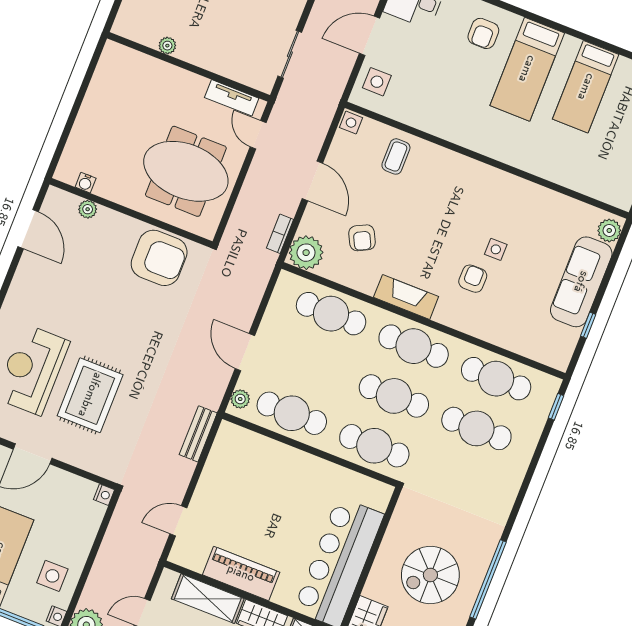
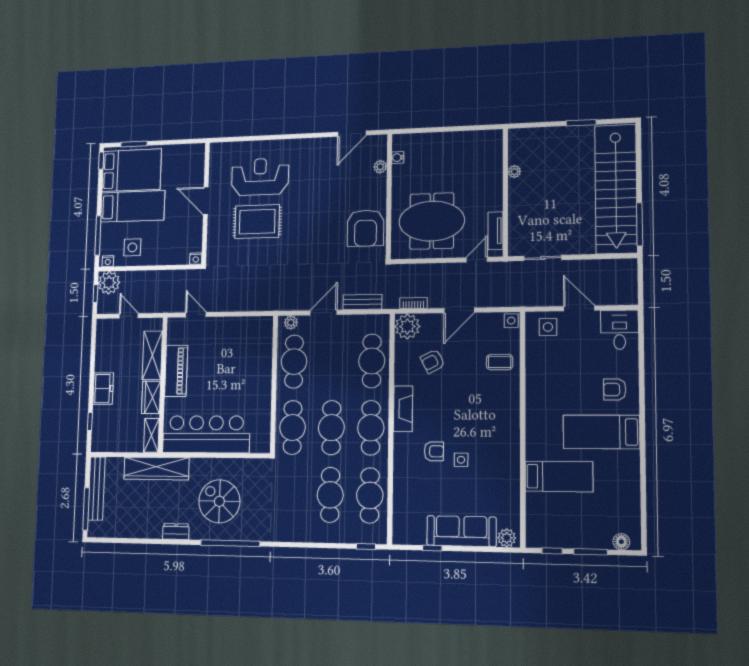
bed: (586, 87) -> (559, 476), moved, turned 180
meeting table: (186, 171) -> (432, 221), turned 90
bench: (198, 434) -> (363, 302), moved

